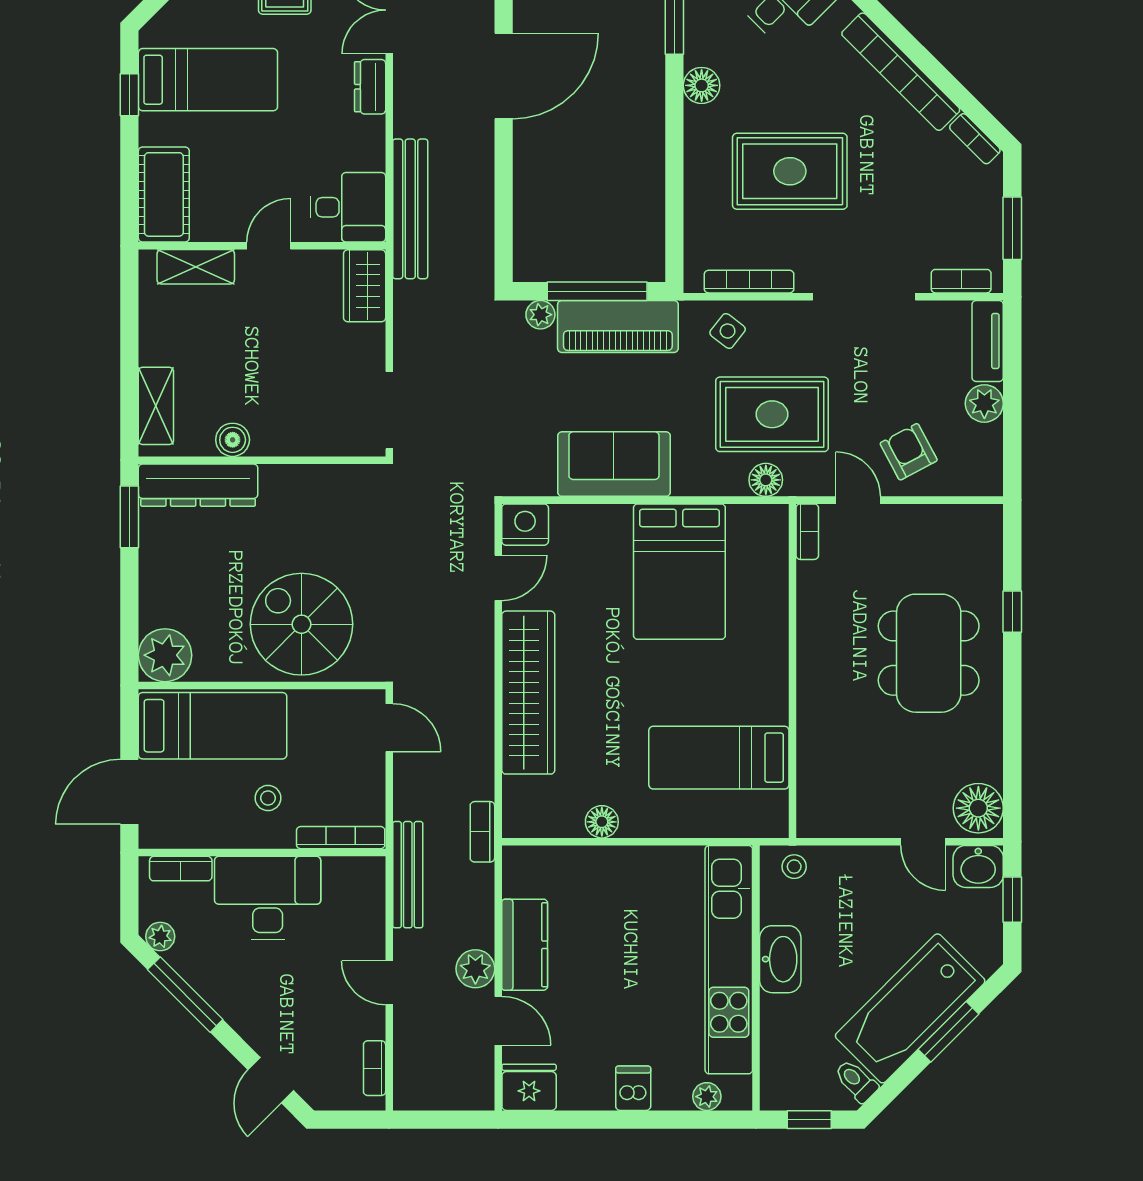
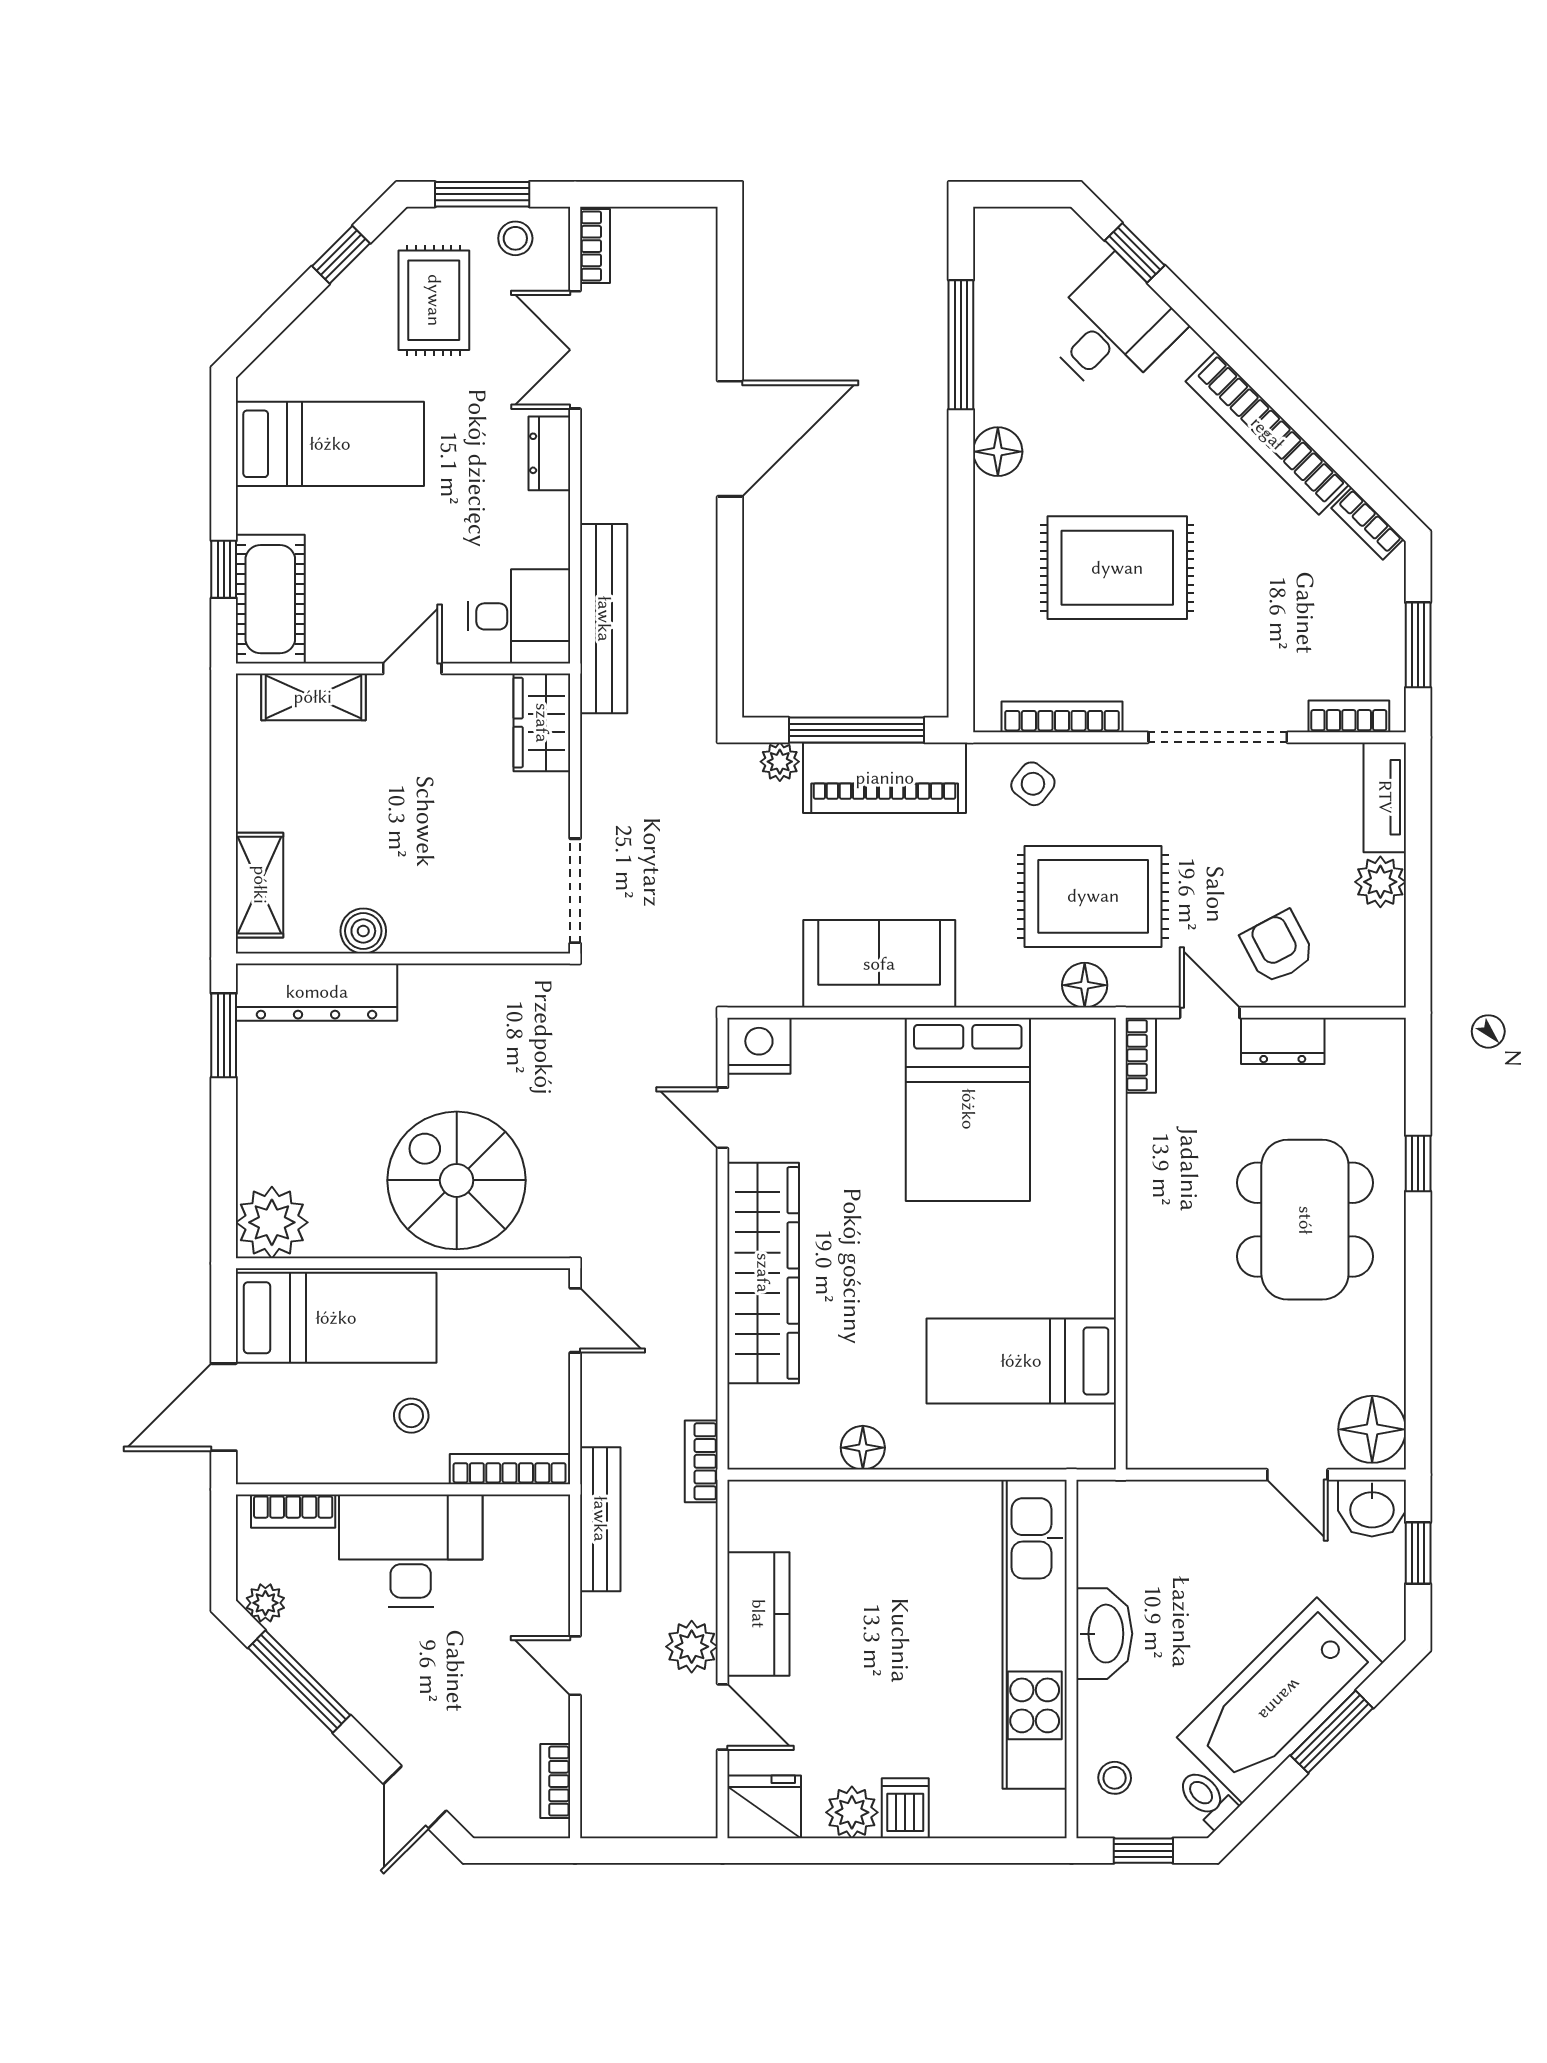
window: (129, 95) -> (224, 569), moved
dresser: (912, 521) -> (1283, 1041), added
door: (498, 578) -> (723, 1118), swing flipped
stool: (794, 867) -> (1115, 1778), moved
plant: (707, 1097) -> (852, 1812), moved, width x1.38, depth x1.38

